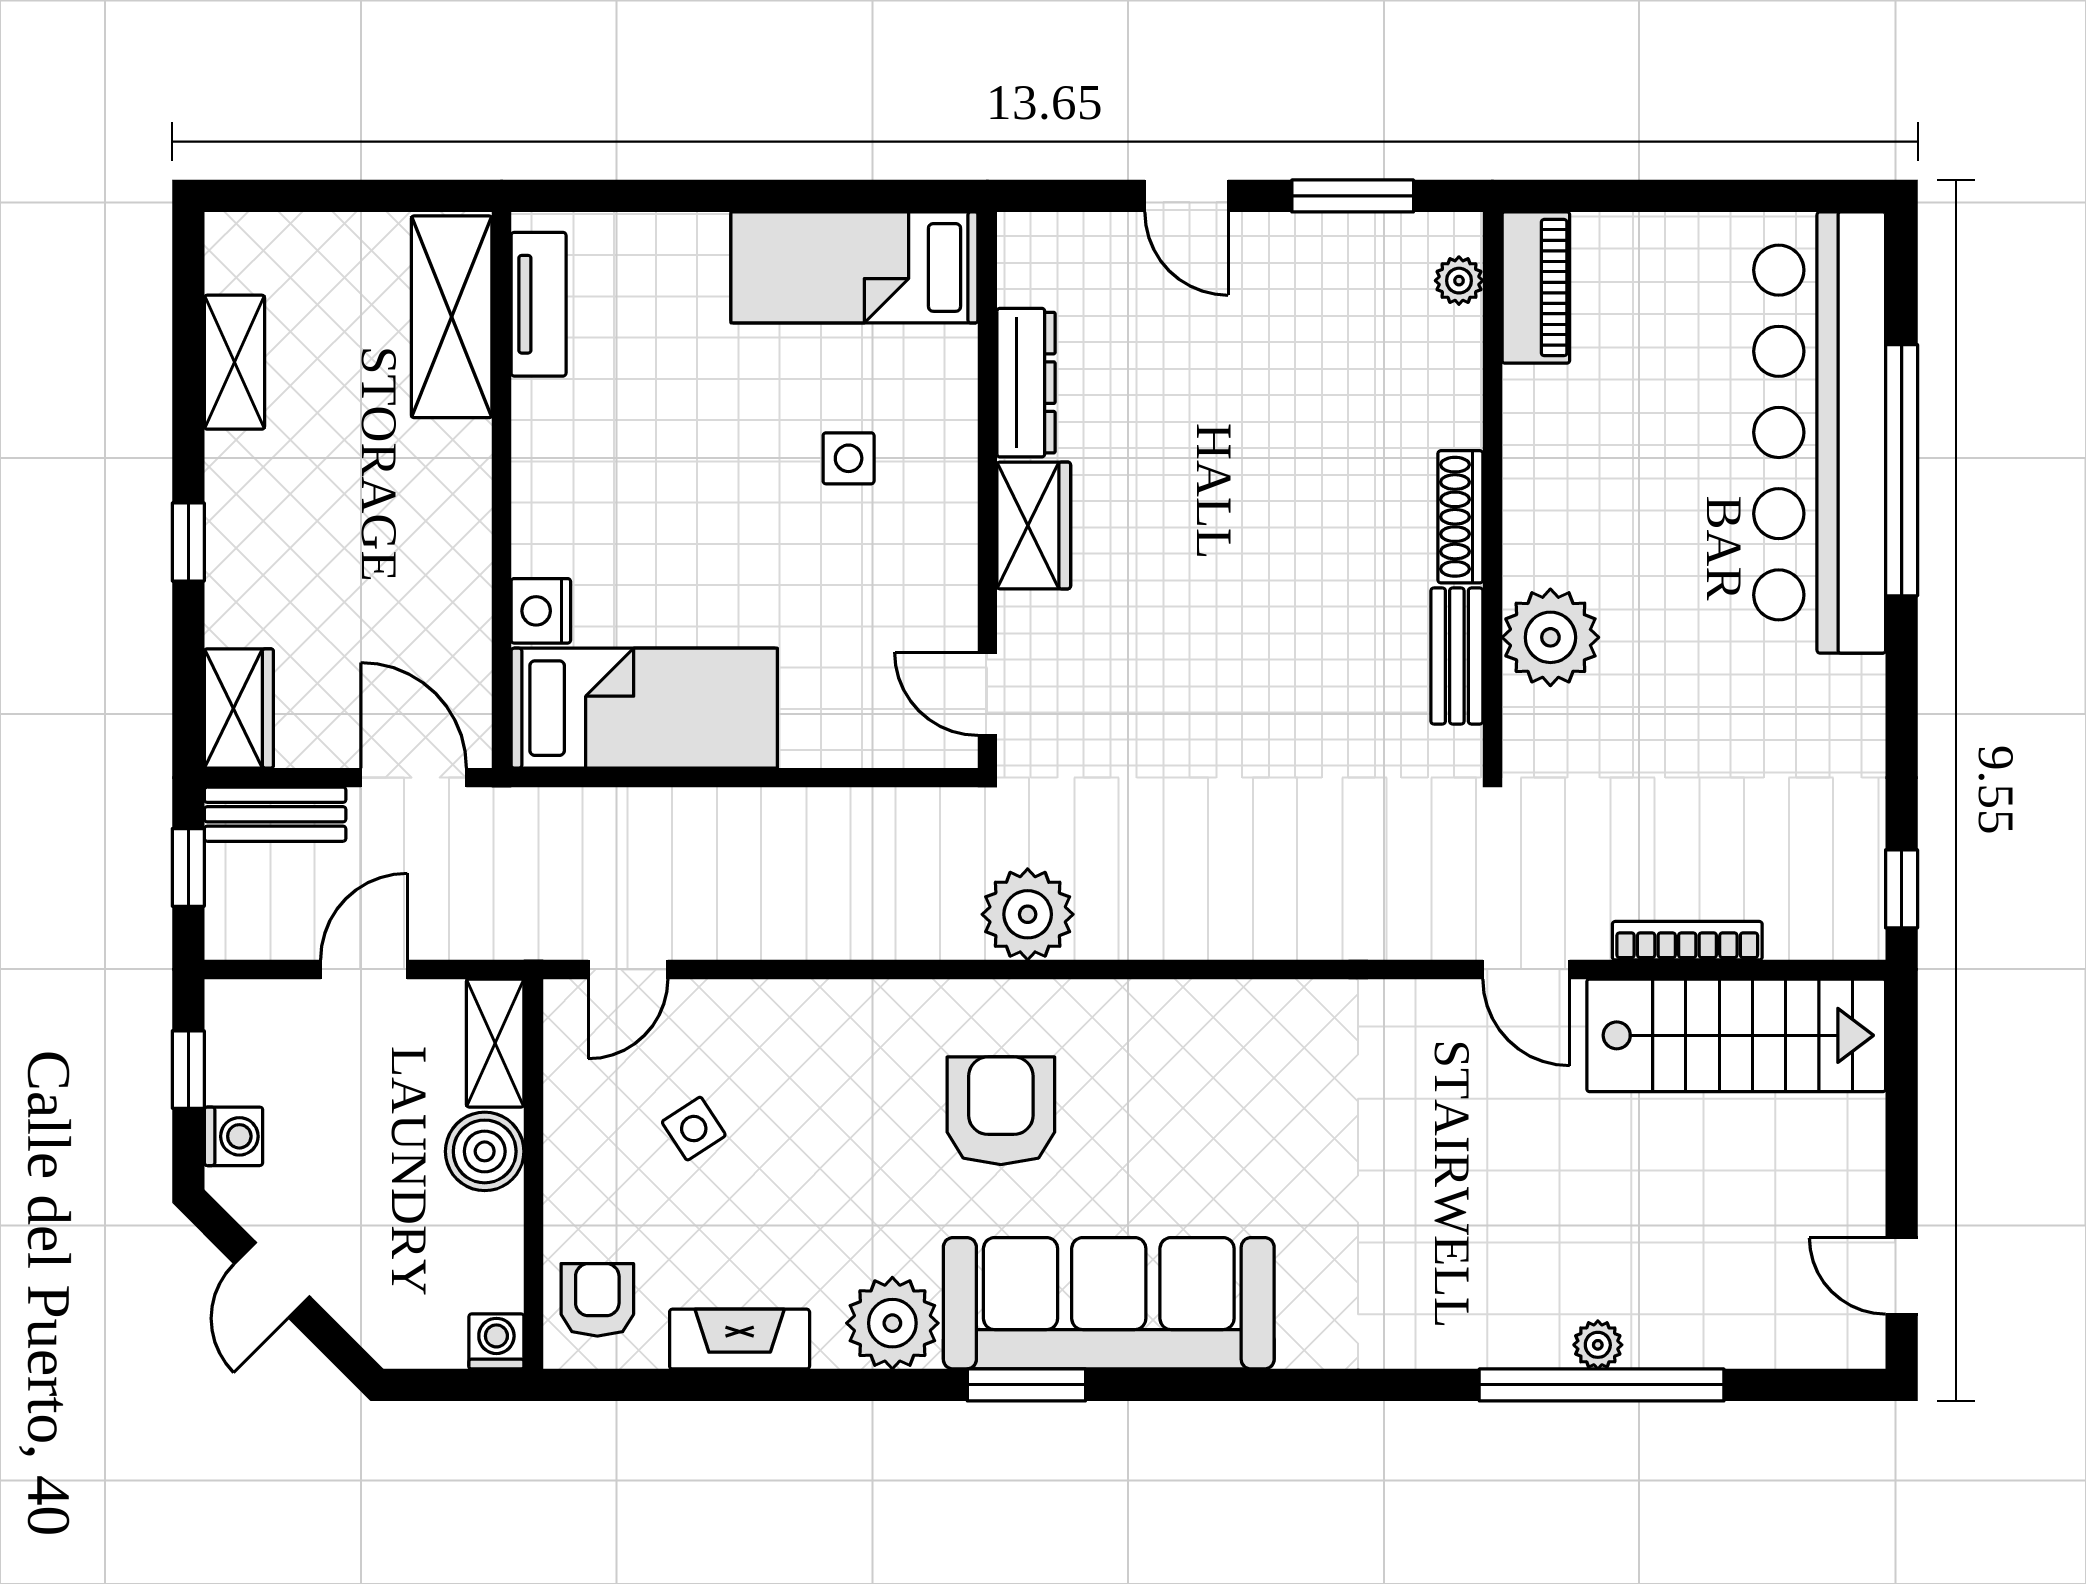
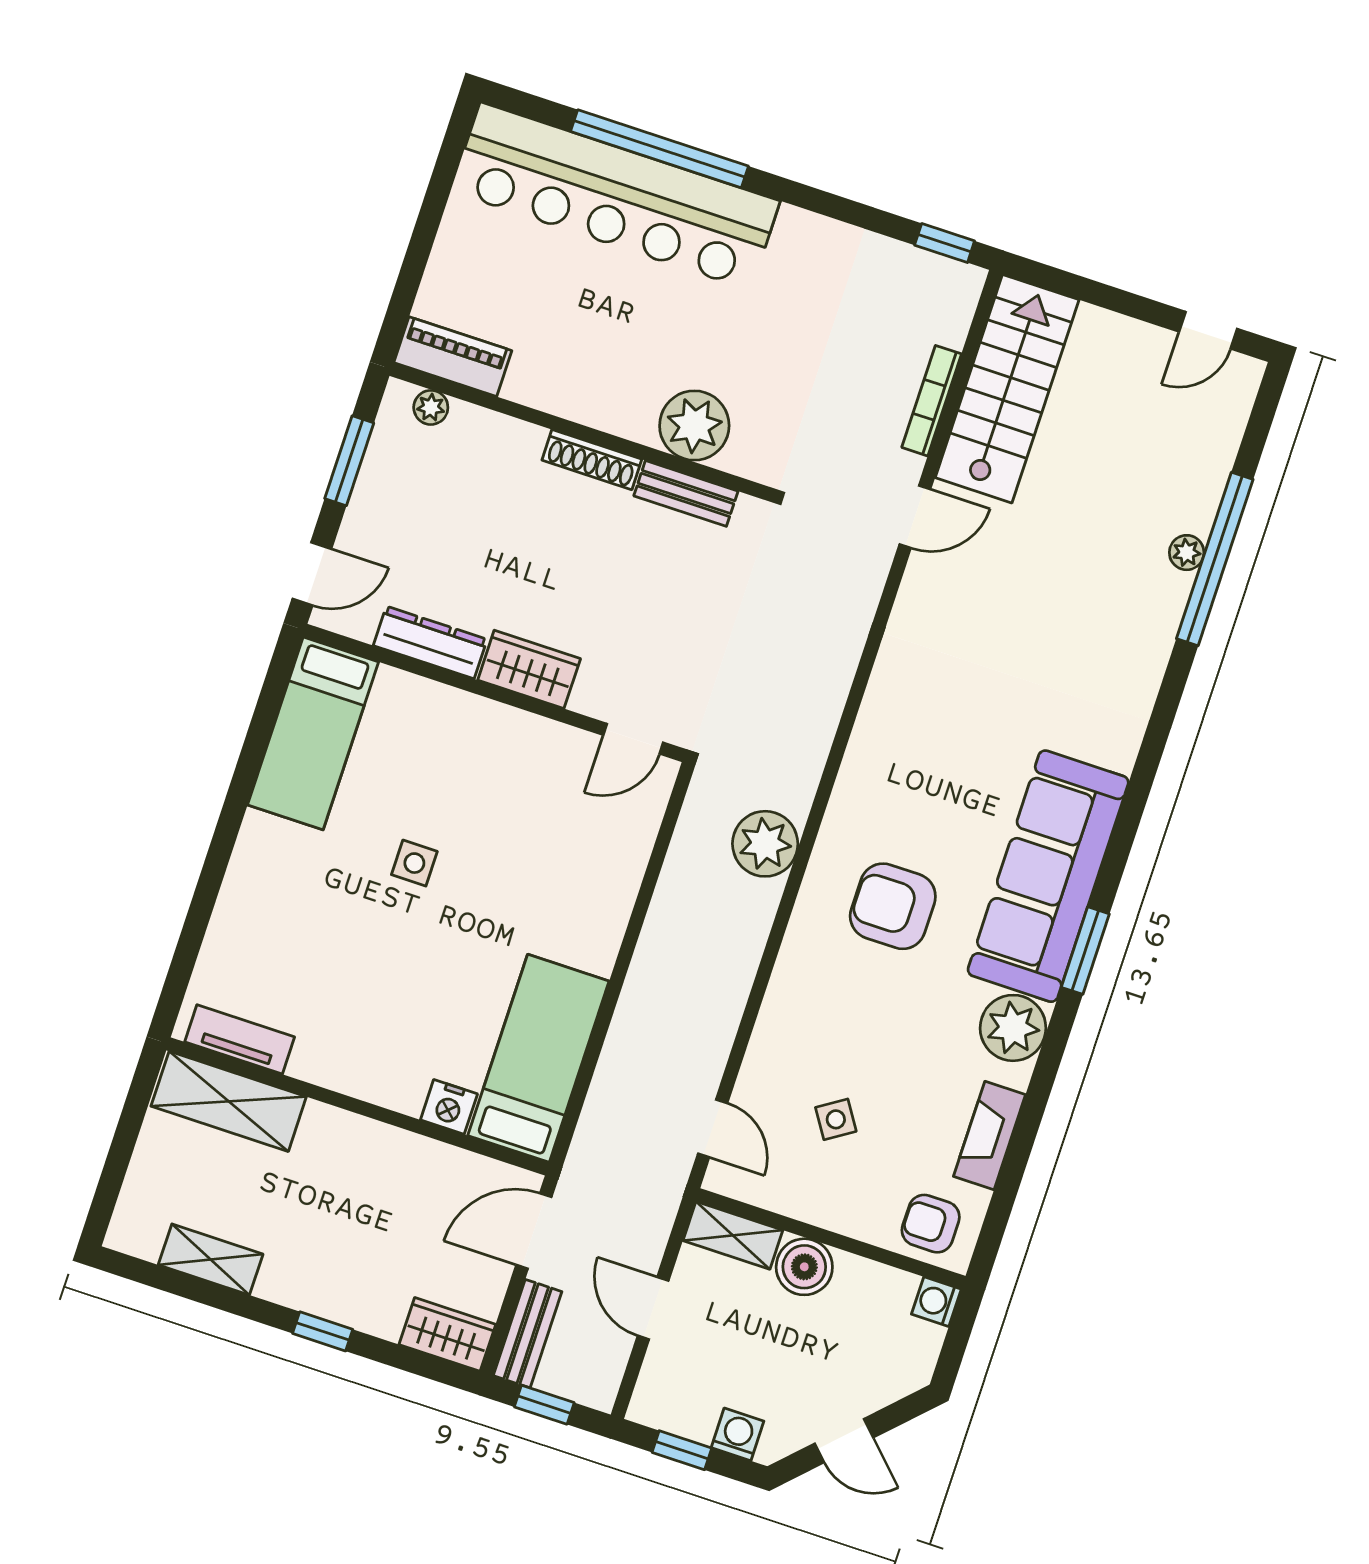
bed: (854, 267) -> (313, 733), moved
dresser: (1026, 383) -> (430, 642), moved
wall: (987, 490) -> (495, 693), moved
wardrobe: (1034, 525) -> (529, 669), moved
door: (987, 694) -> (633, 739), moved

